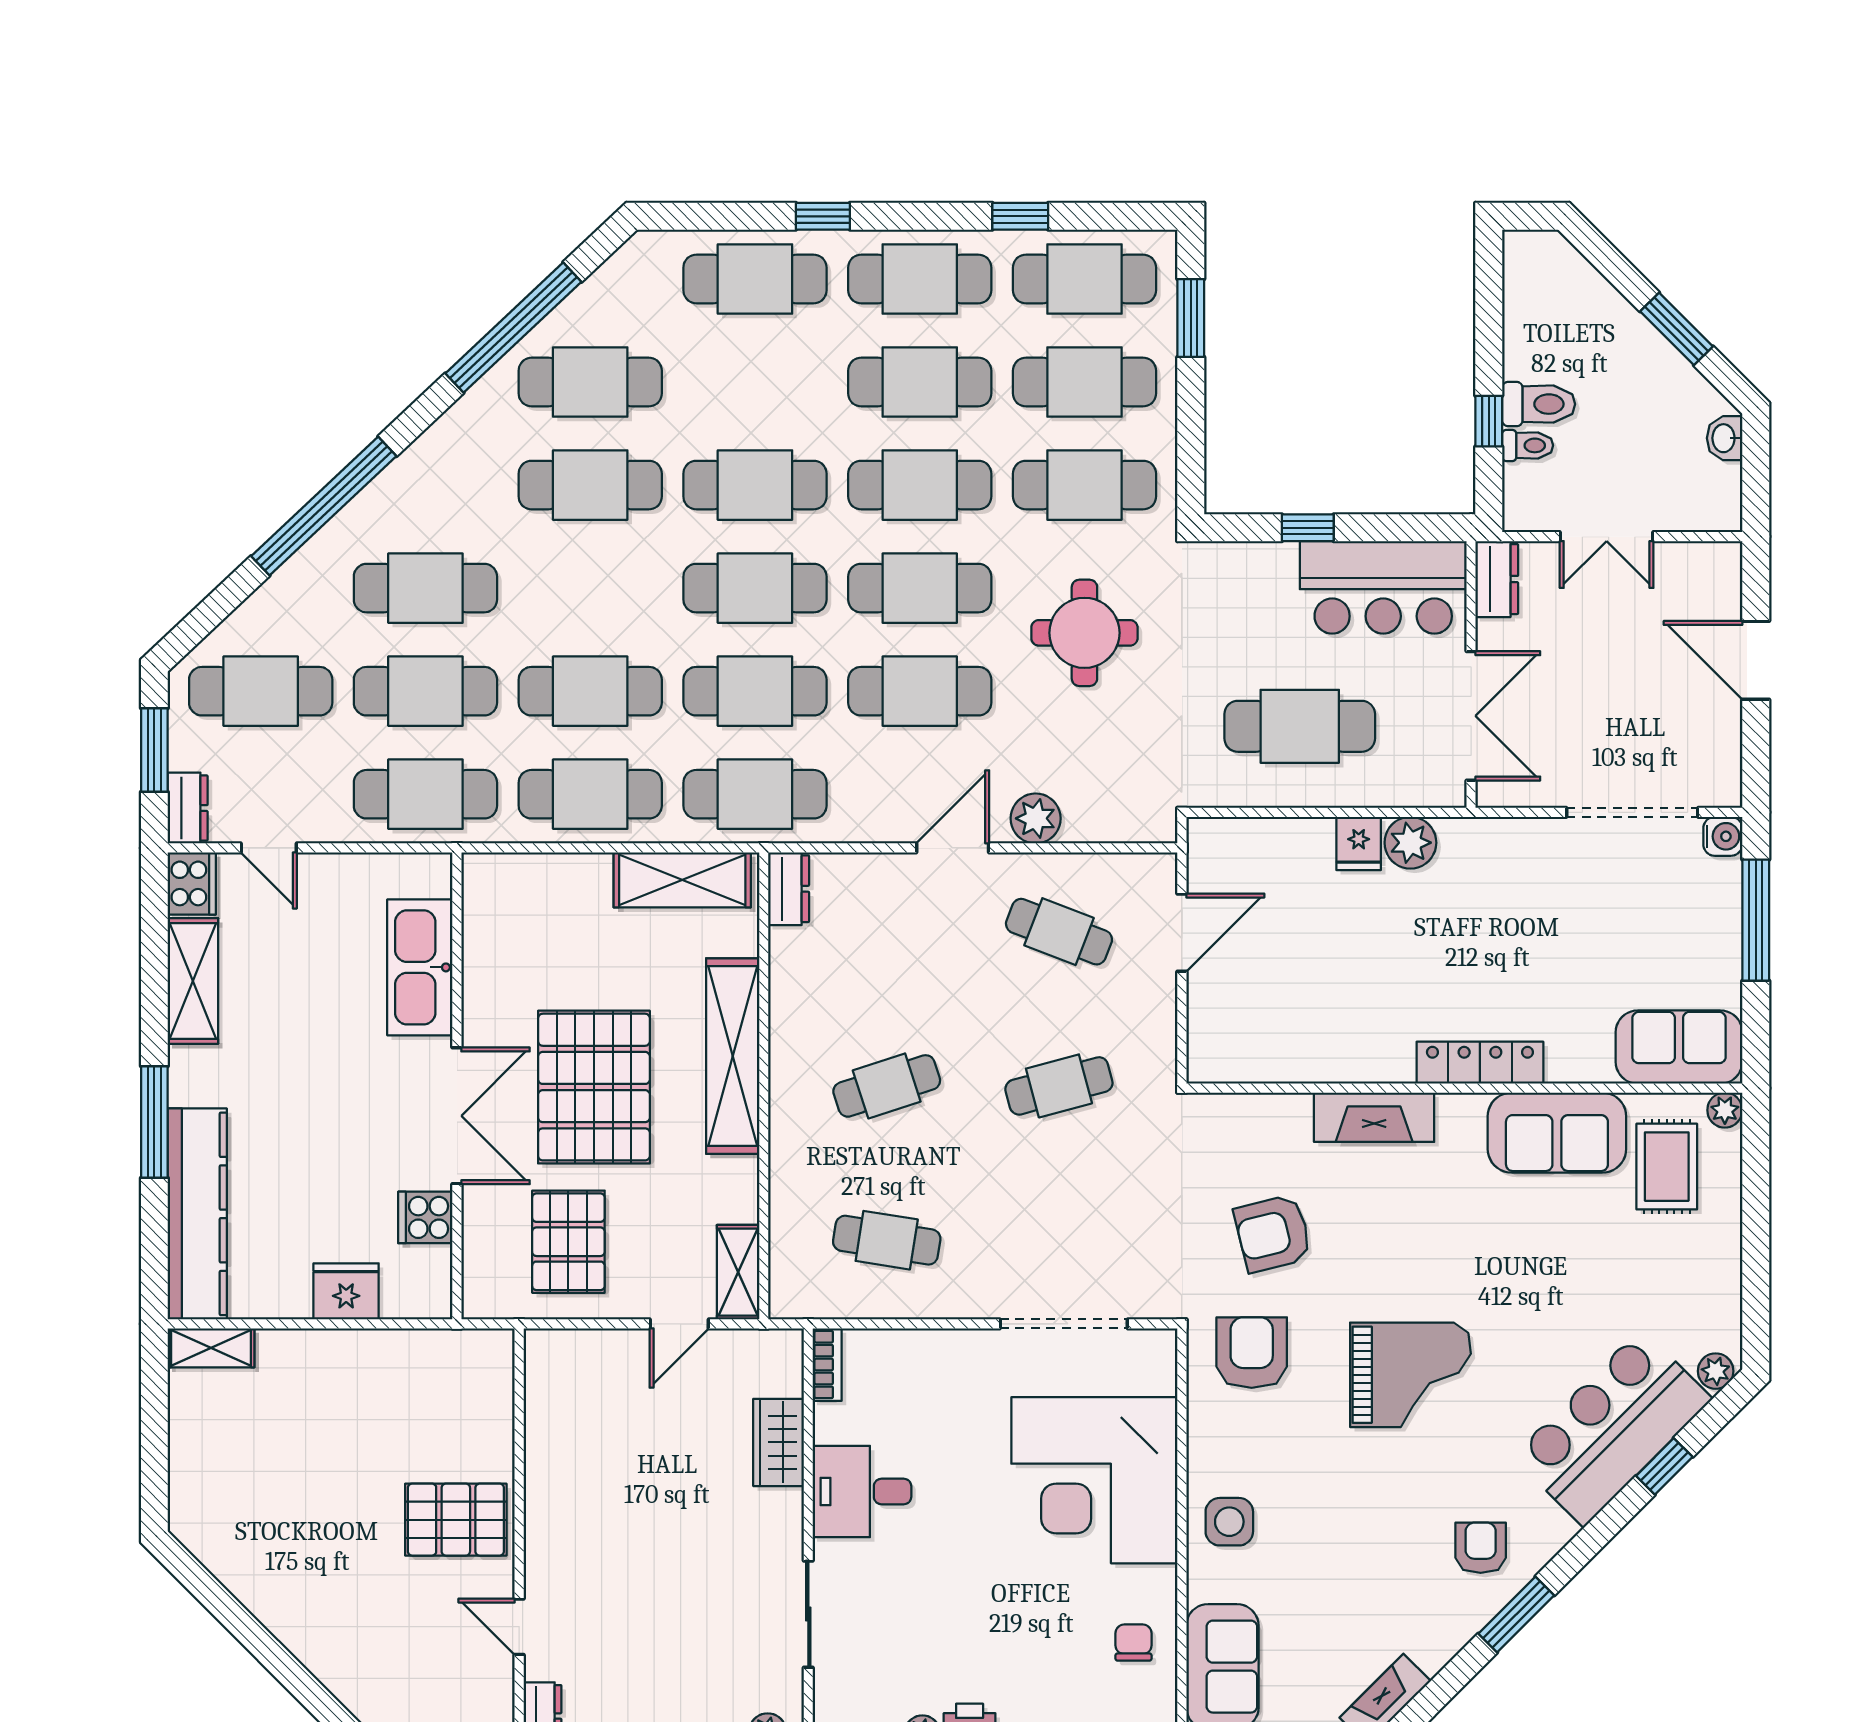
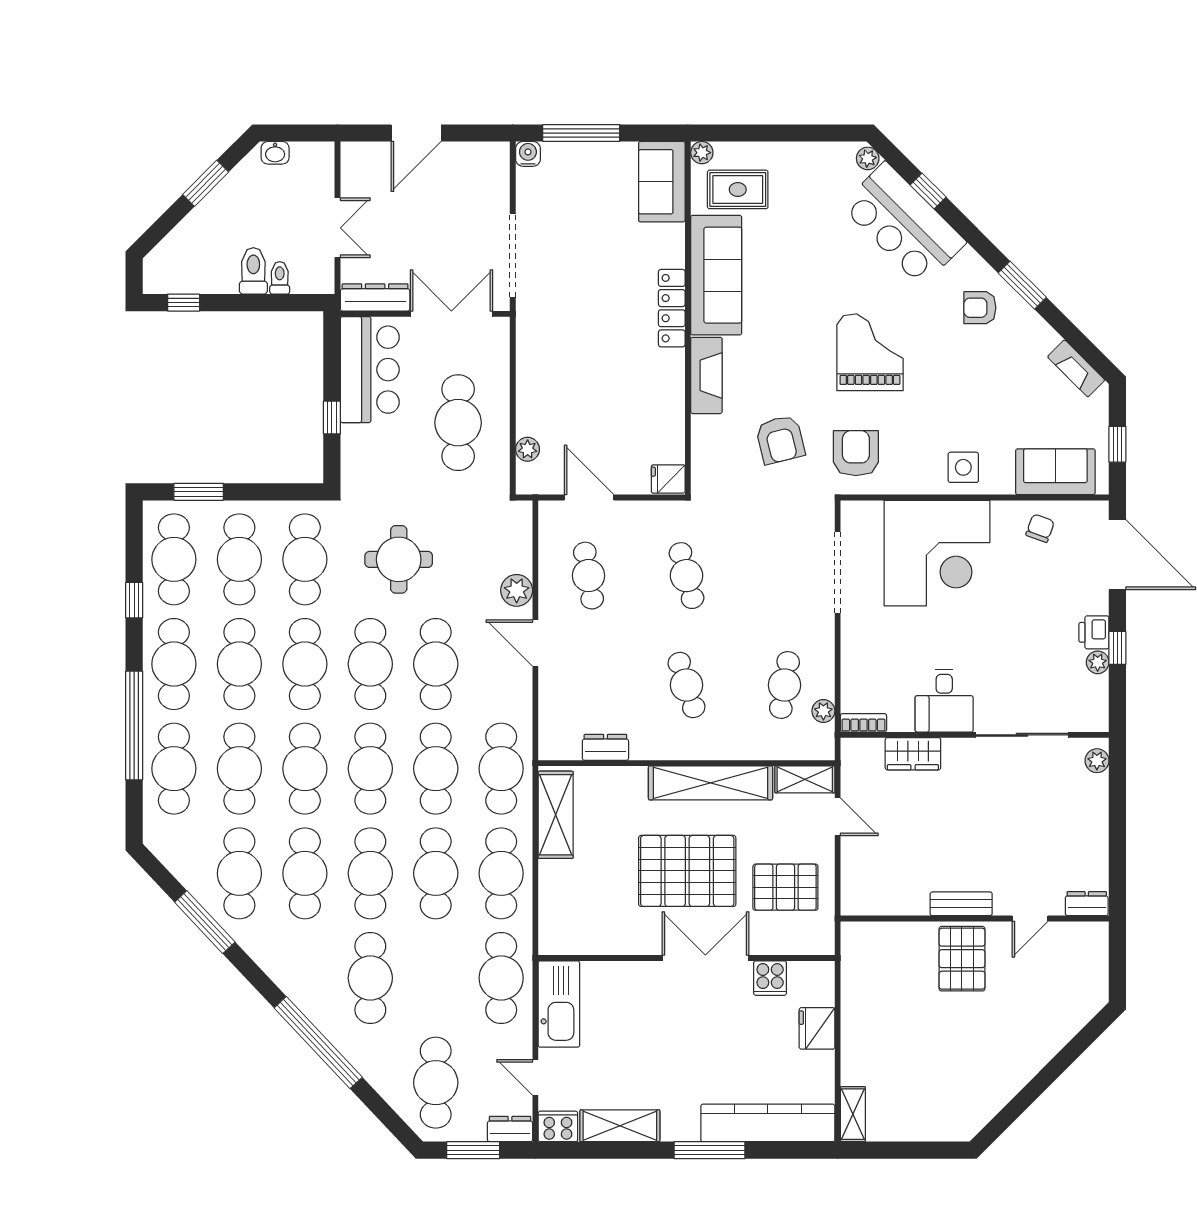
window: (823, 216) -> (134, 725), width x3.17
window: (513, 328) -> (205, 922), width x0.68
cafe table: (755, 382) -> (239, 769), added
window: (1489, 421) -> (184, 303), moved
dresser: (1497, 579) -> (375, 297), width x1.44
cafe table: (425, 691) -> (370, 873), moved
doorway: (1632, 812) -> (513, 255), moved
fridge: (1359, 843) -> (668, 479), moved, turned 180
plant: (1410, 843) -> (528, 449), moved, width x0.73, depth x0.73
door: (269, 848) -> (535, 1078), swing flipped
dresser: (789, 889) -> (605, 747), moved
cafe table: (1059, 932) -> (589, 576), turned -30
kitchen sink: (420, 967) -> (559, 1004), moved, turned -90
shelving: (733, 1056) -> (710, 783), moved
sofa: (1557, 1133) -> (716, 275), width x1.36
plant: (846, 1301) -> (823, 711), added
armchair: (1252, 1353) -> (856, 453), turned 90
bench: (542, 1518) -> (961, 904), added
sliding door: (808, 1614) -> (1022, 735), width x1.37
chair: (1133, 1643) -> (1040, 528), turned 110

